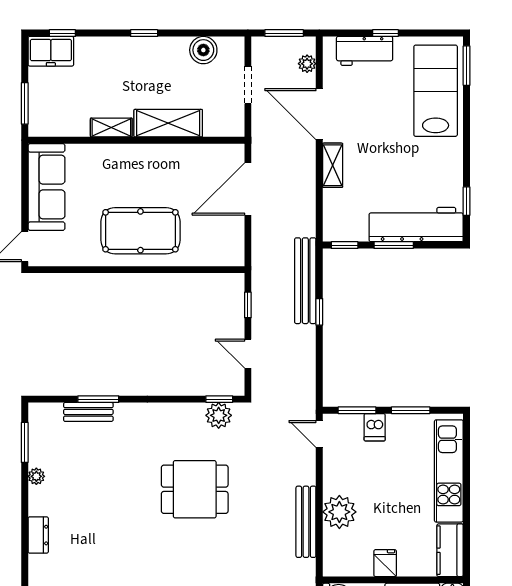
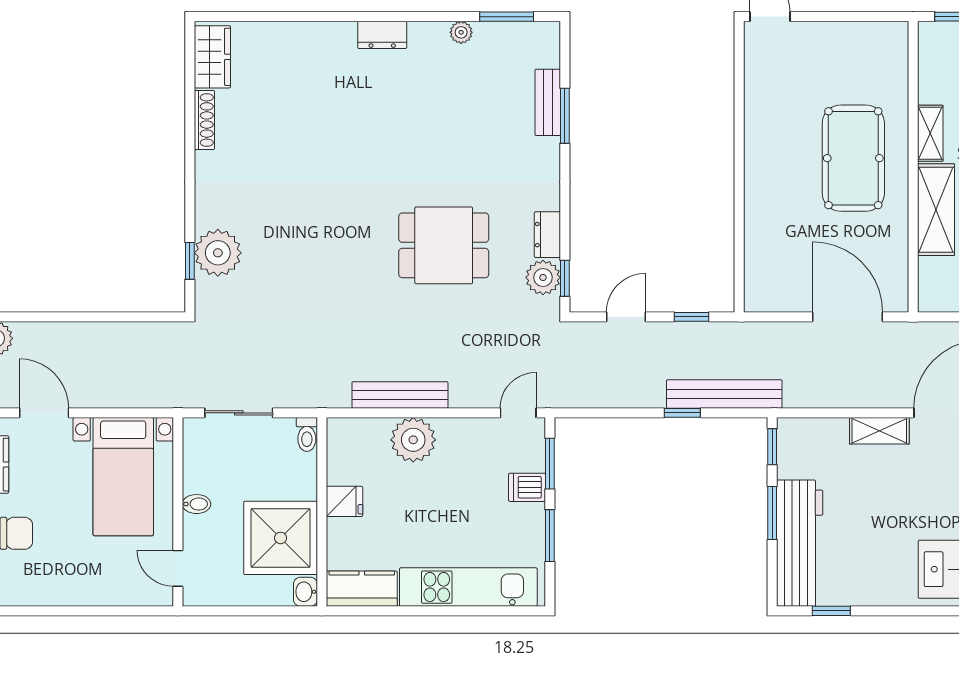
sofa: (46, 187) -> (850, 46), removed
pool table: (140, 231) -> (853, 158), moved
dresser: (187, 412) -> (547, 235), added
dining table: (195, 489) -> (444, 245), turned 90

